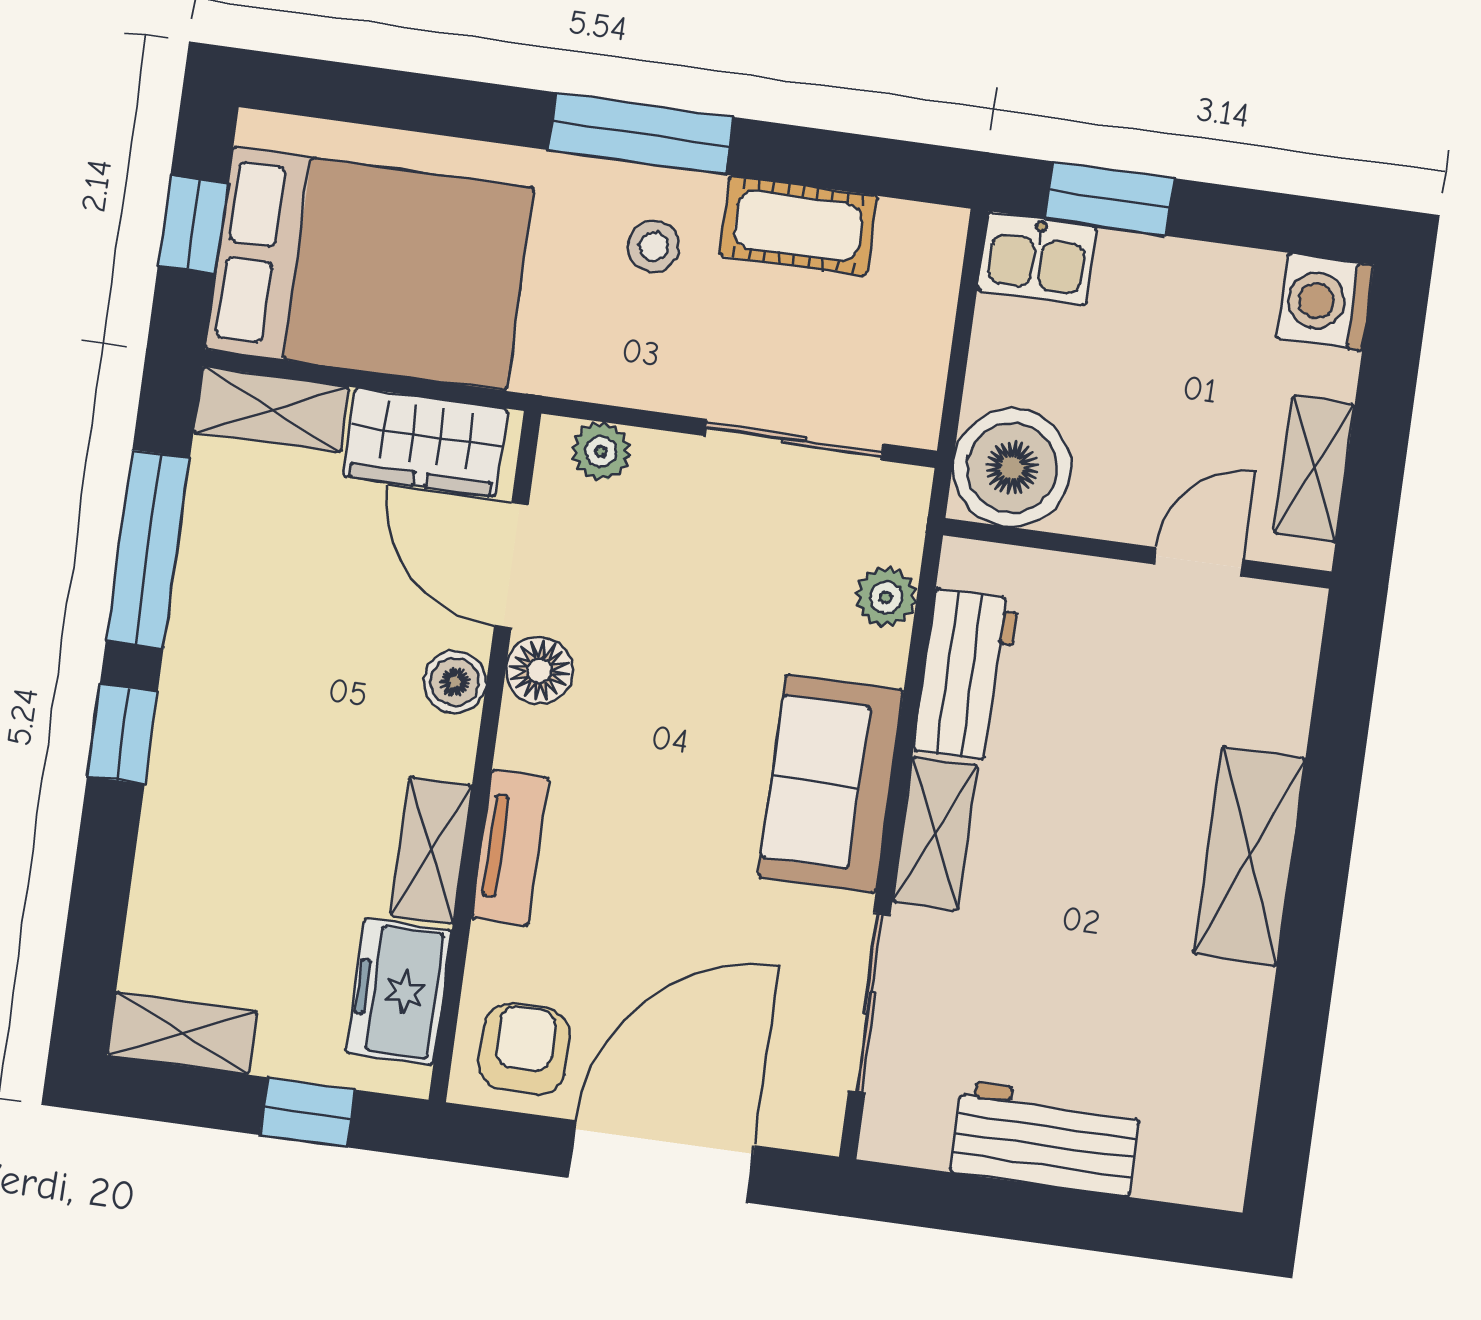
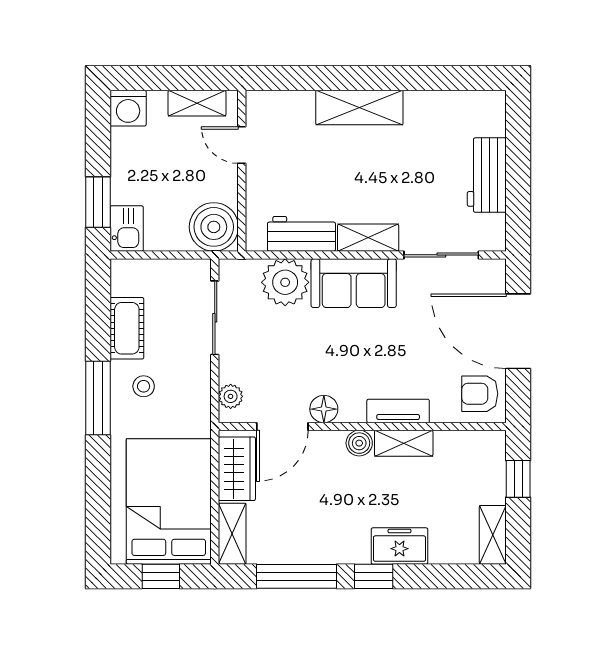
plant: (886, 597) -> (285, 282), width x1.88, depth x1.88
boiler: (455, 682) -> (359, 443), moved
freezer: (399, 992) -> (399, 546), moved, turned 180

